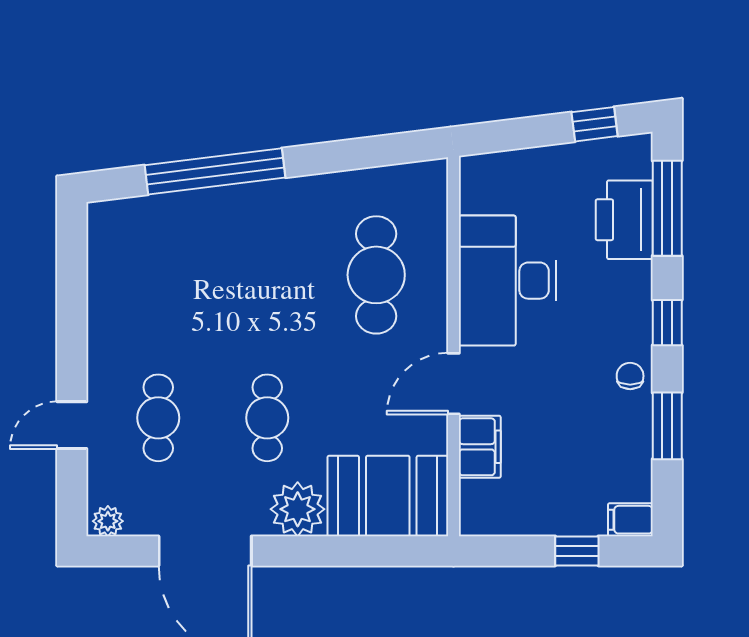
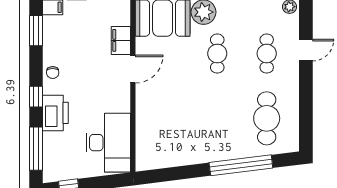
printer: (624, 220) -> (55, 113), moved
cafe table: (376, 275) -> (267, 118), moved
desk: (508, 281) -> (108, 143), moved
window: (667, 426) -> (36, 31), moved

